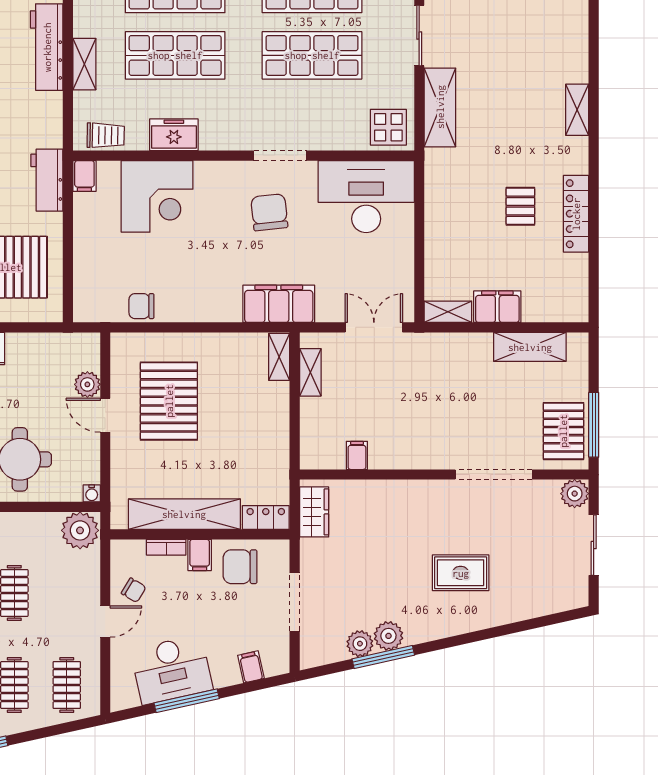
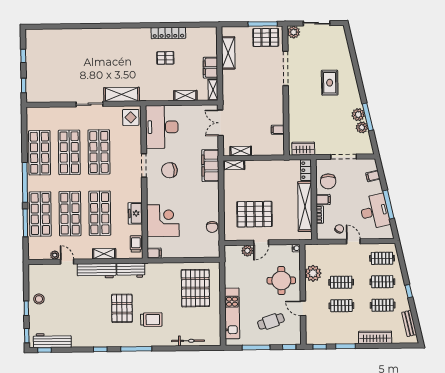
shelving: (577, 110) -> (185, 96), moved
workbench: (47, 180) -> (131, 270), moved
plant: (80, 530) -> (313, 273), moved

